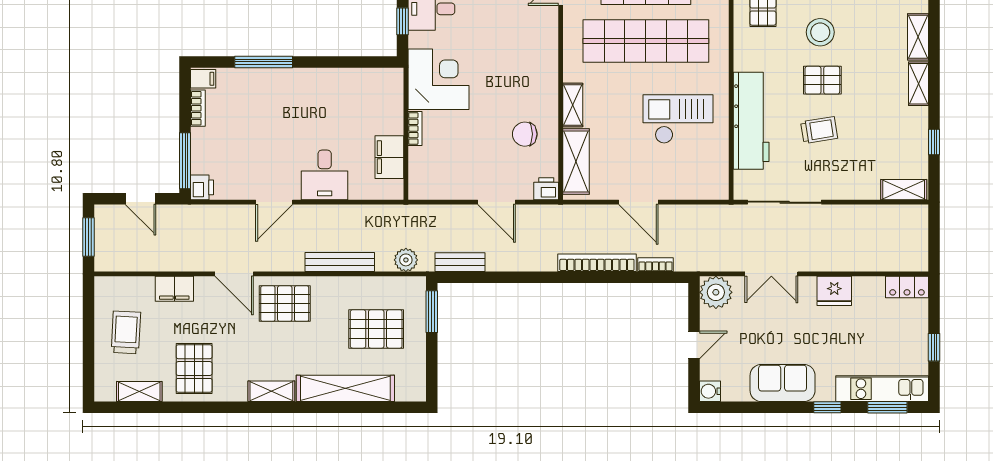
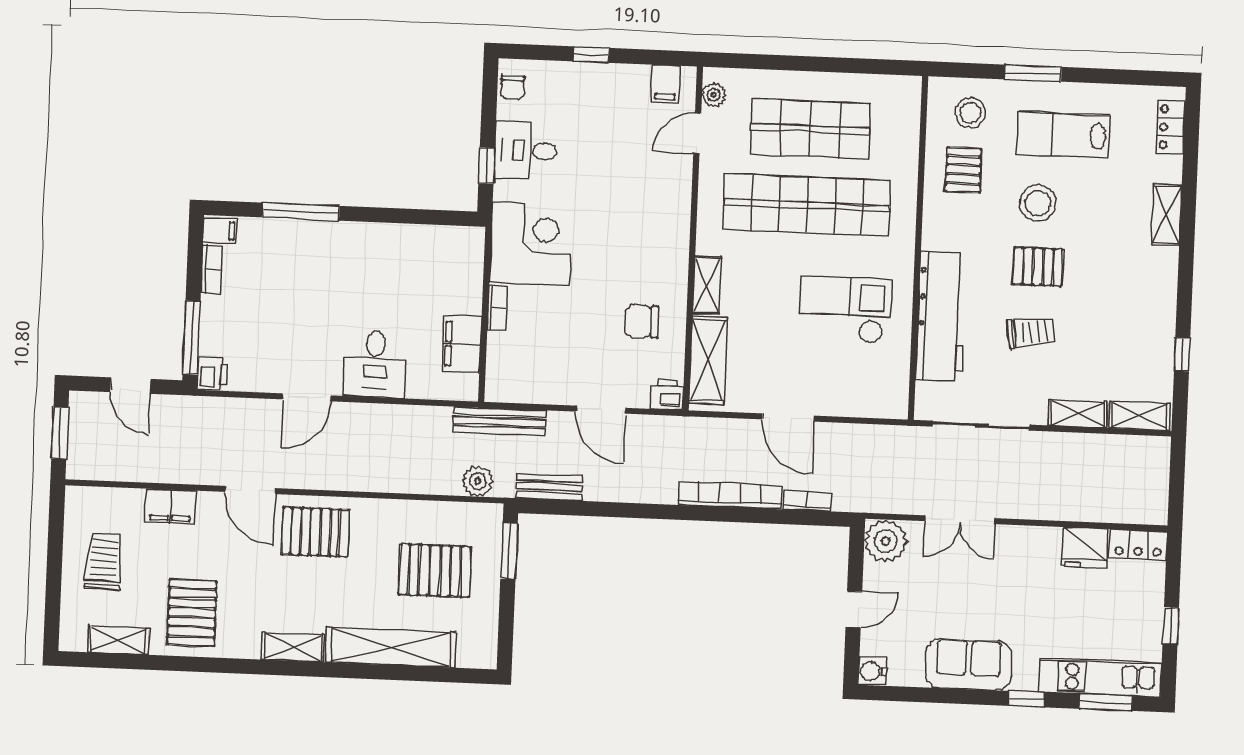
shelving: (919, 84) -> (1078, 414), moved, turned 90
bench: (340, 262) -> (499, 421), moved
fridge: (834, 291) -> (1085, 547), moved

